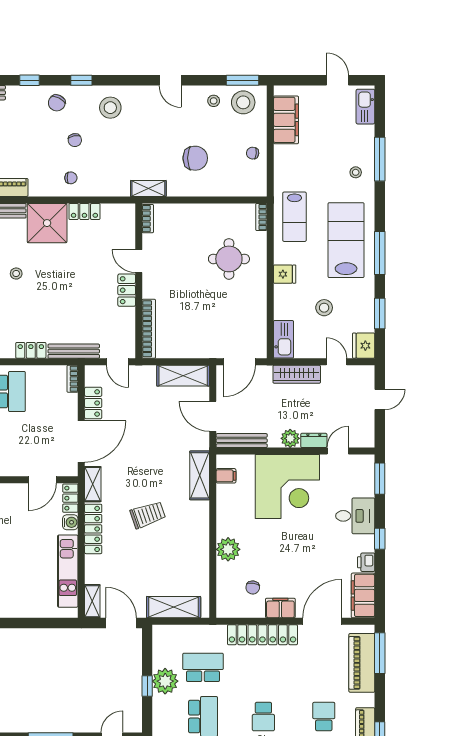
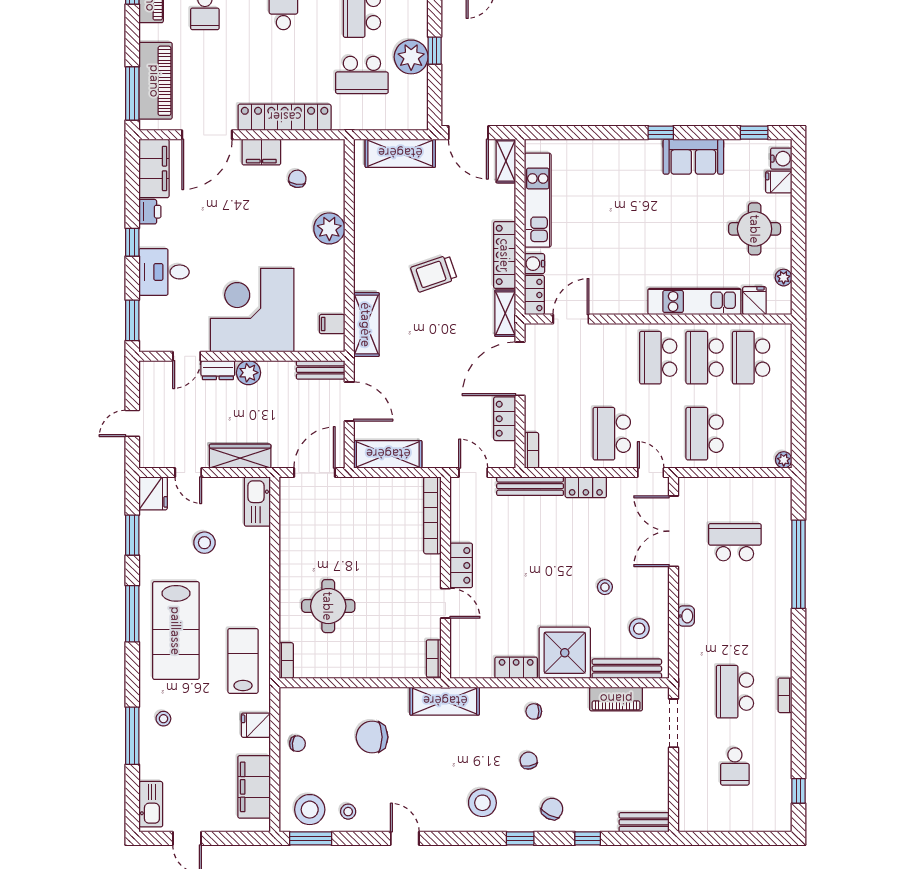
shelving: (148, 189) -> (445, 701), width x1.50, depth x1.33
fridge: (285, 274) -> (256, 725), moved
bench: (242, 441) -> (321, 370), width x0.73

